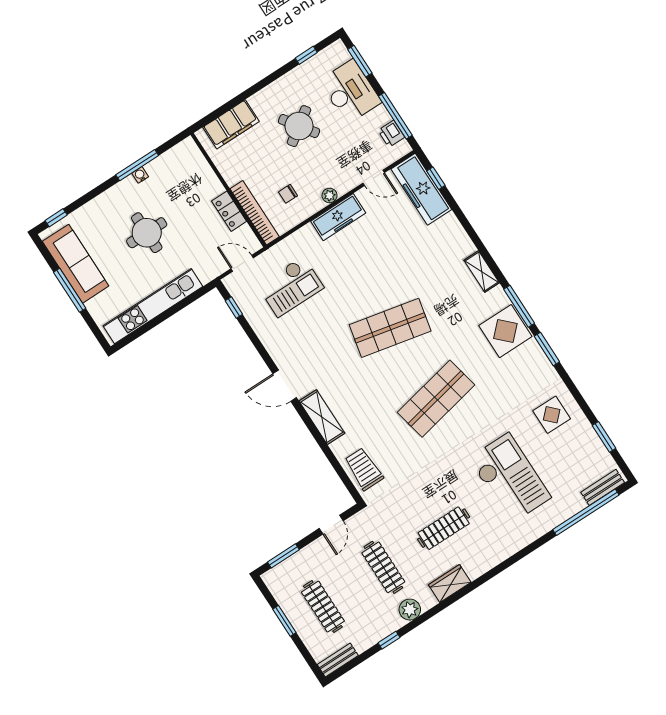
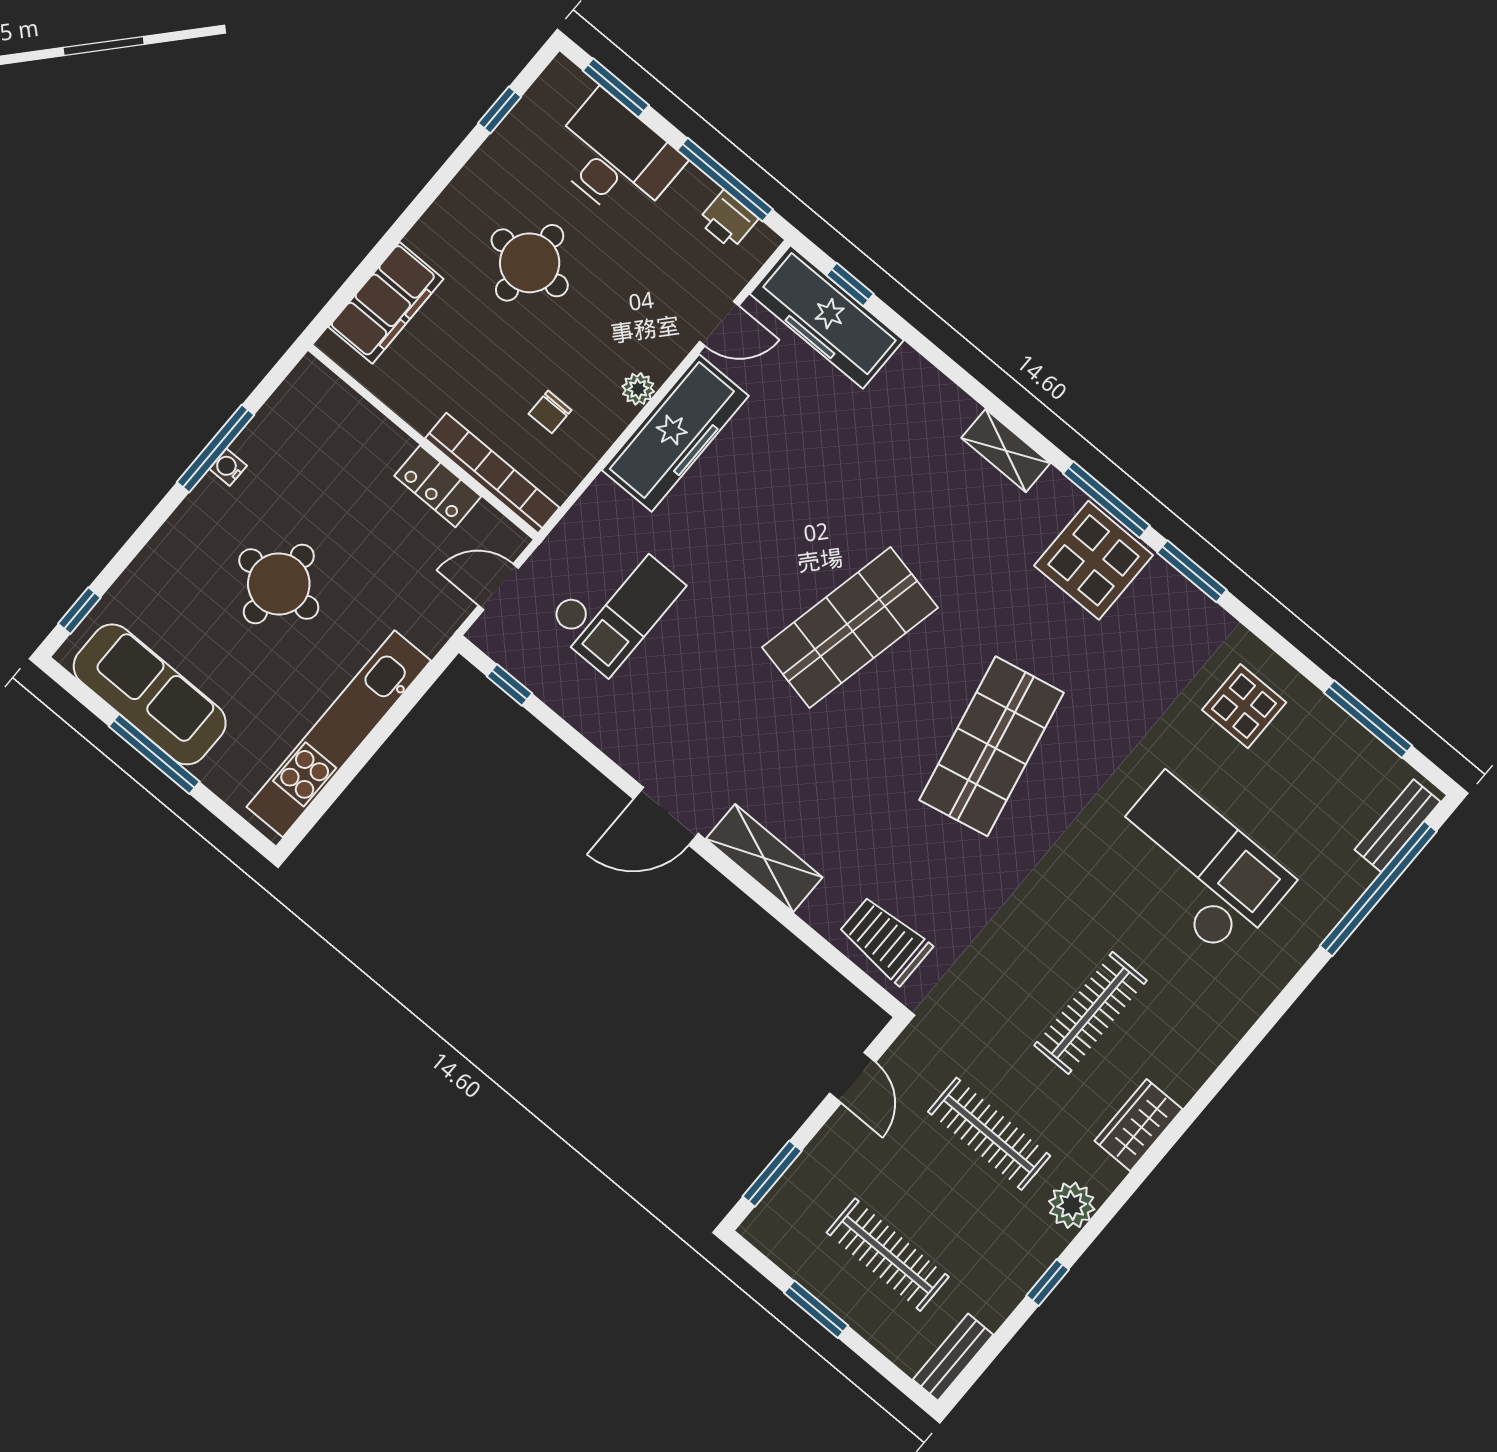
round table: (299, 126) -> (530, 263), turned 35
freezer: (338, 217) -> (675, 433), width x1.36, depth x1.26
window: (604, 437) -> (1368, 719), width x1.44

